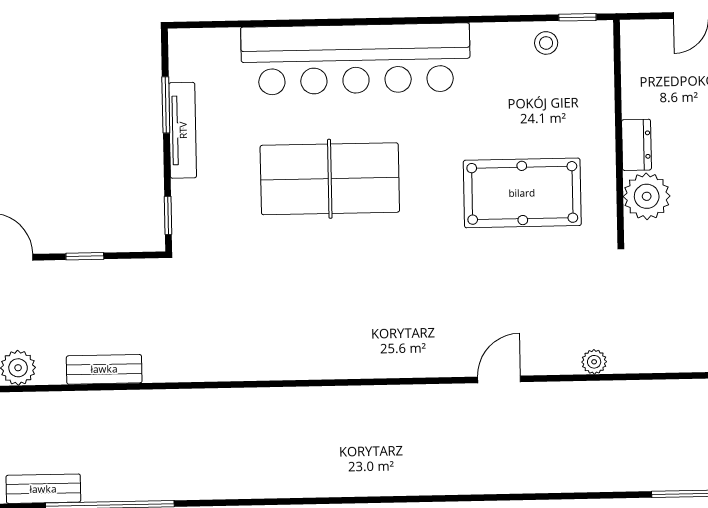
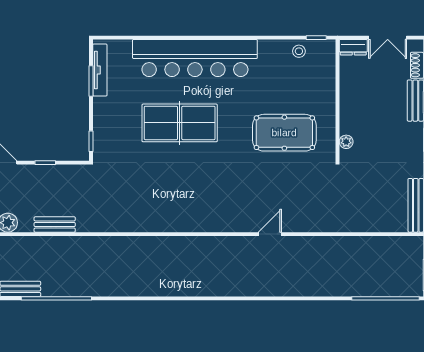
tv unit: (183, 130) -> (100, 70), moved
dresser: (637, 145) -> (353, 47), moved, turned 90
plant: (647, 196) -> (346, 142), width x0.53, depth x0.53
plant: (594, 362) -> (322, 225), removed

